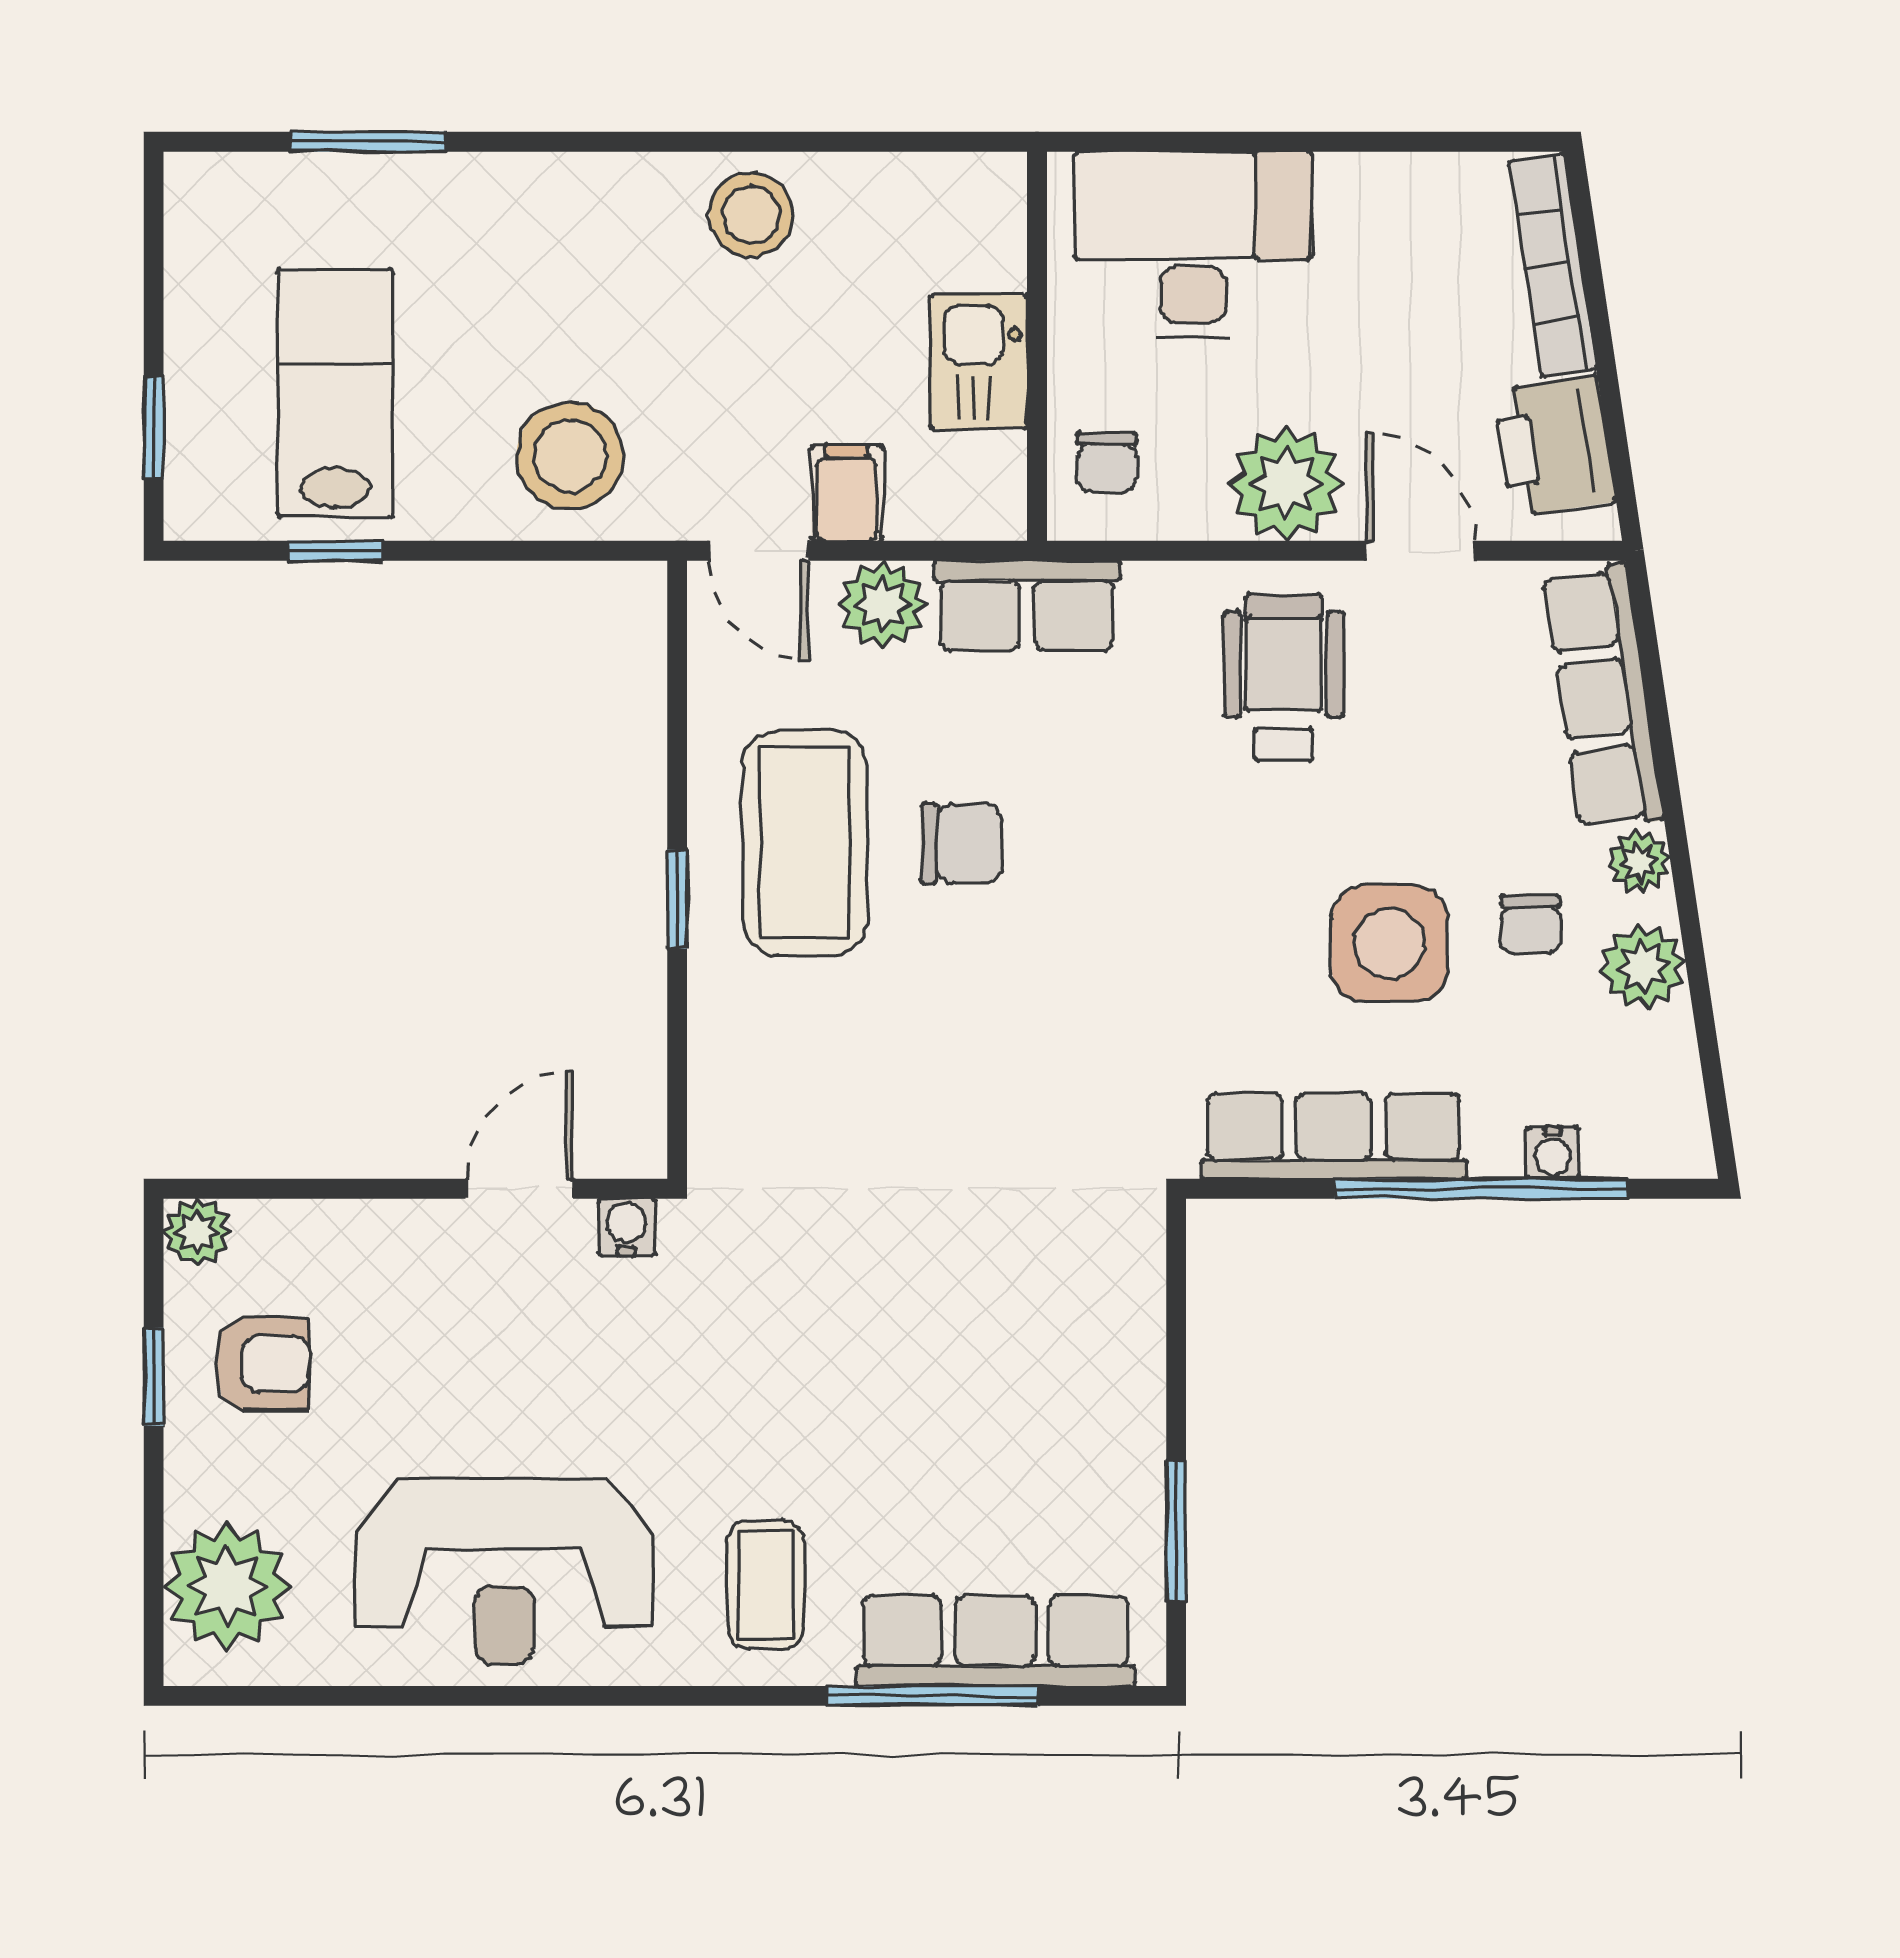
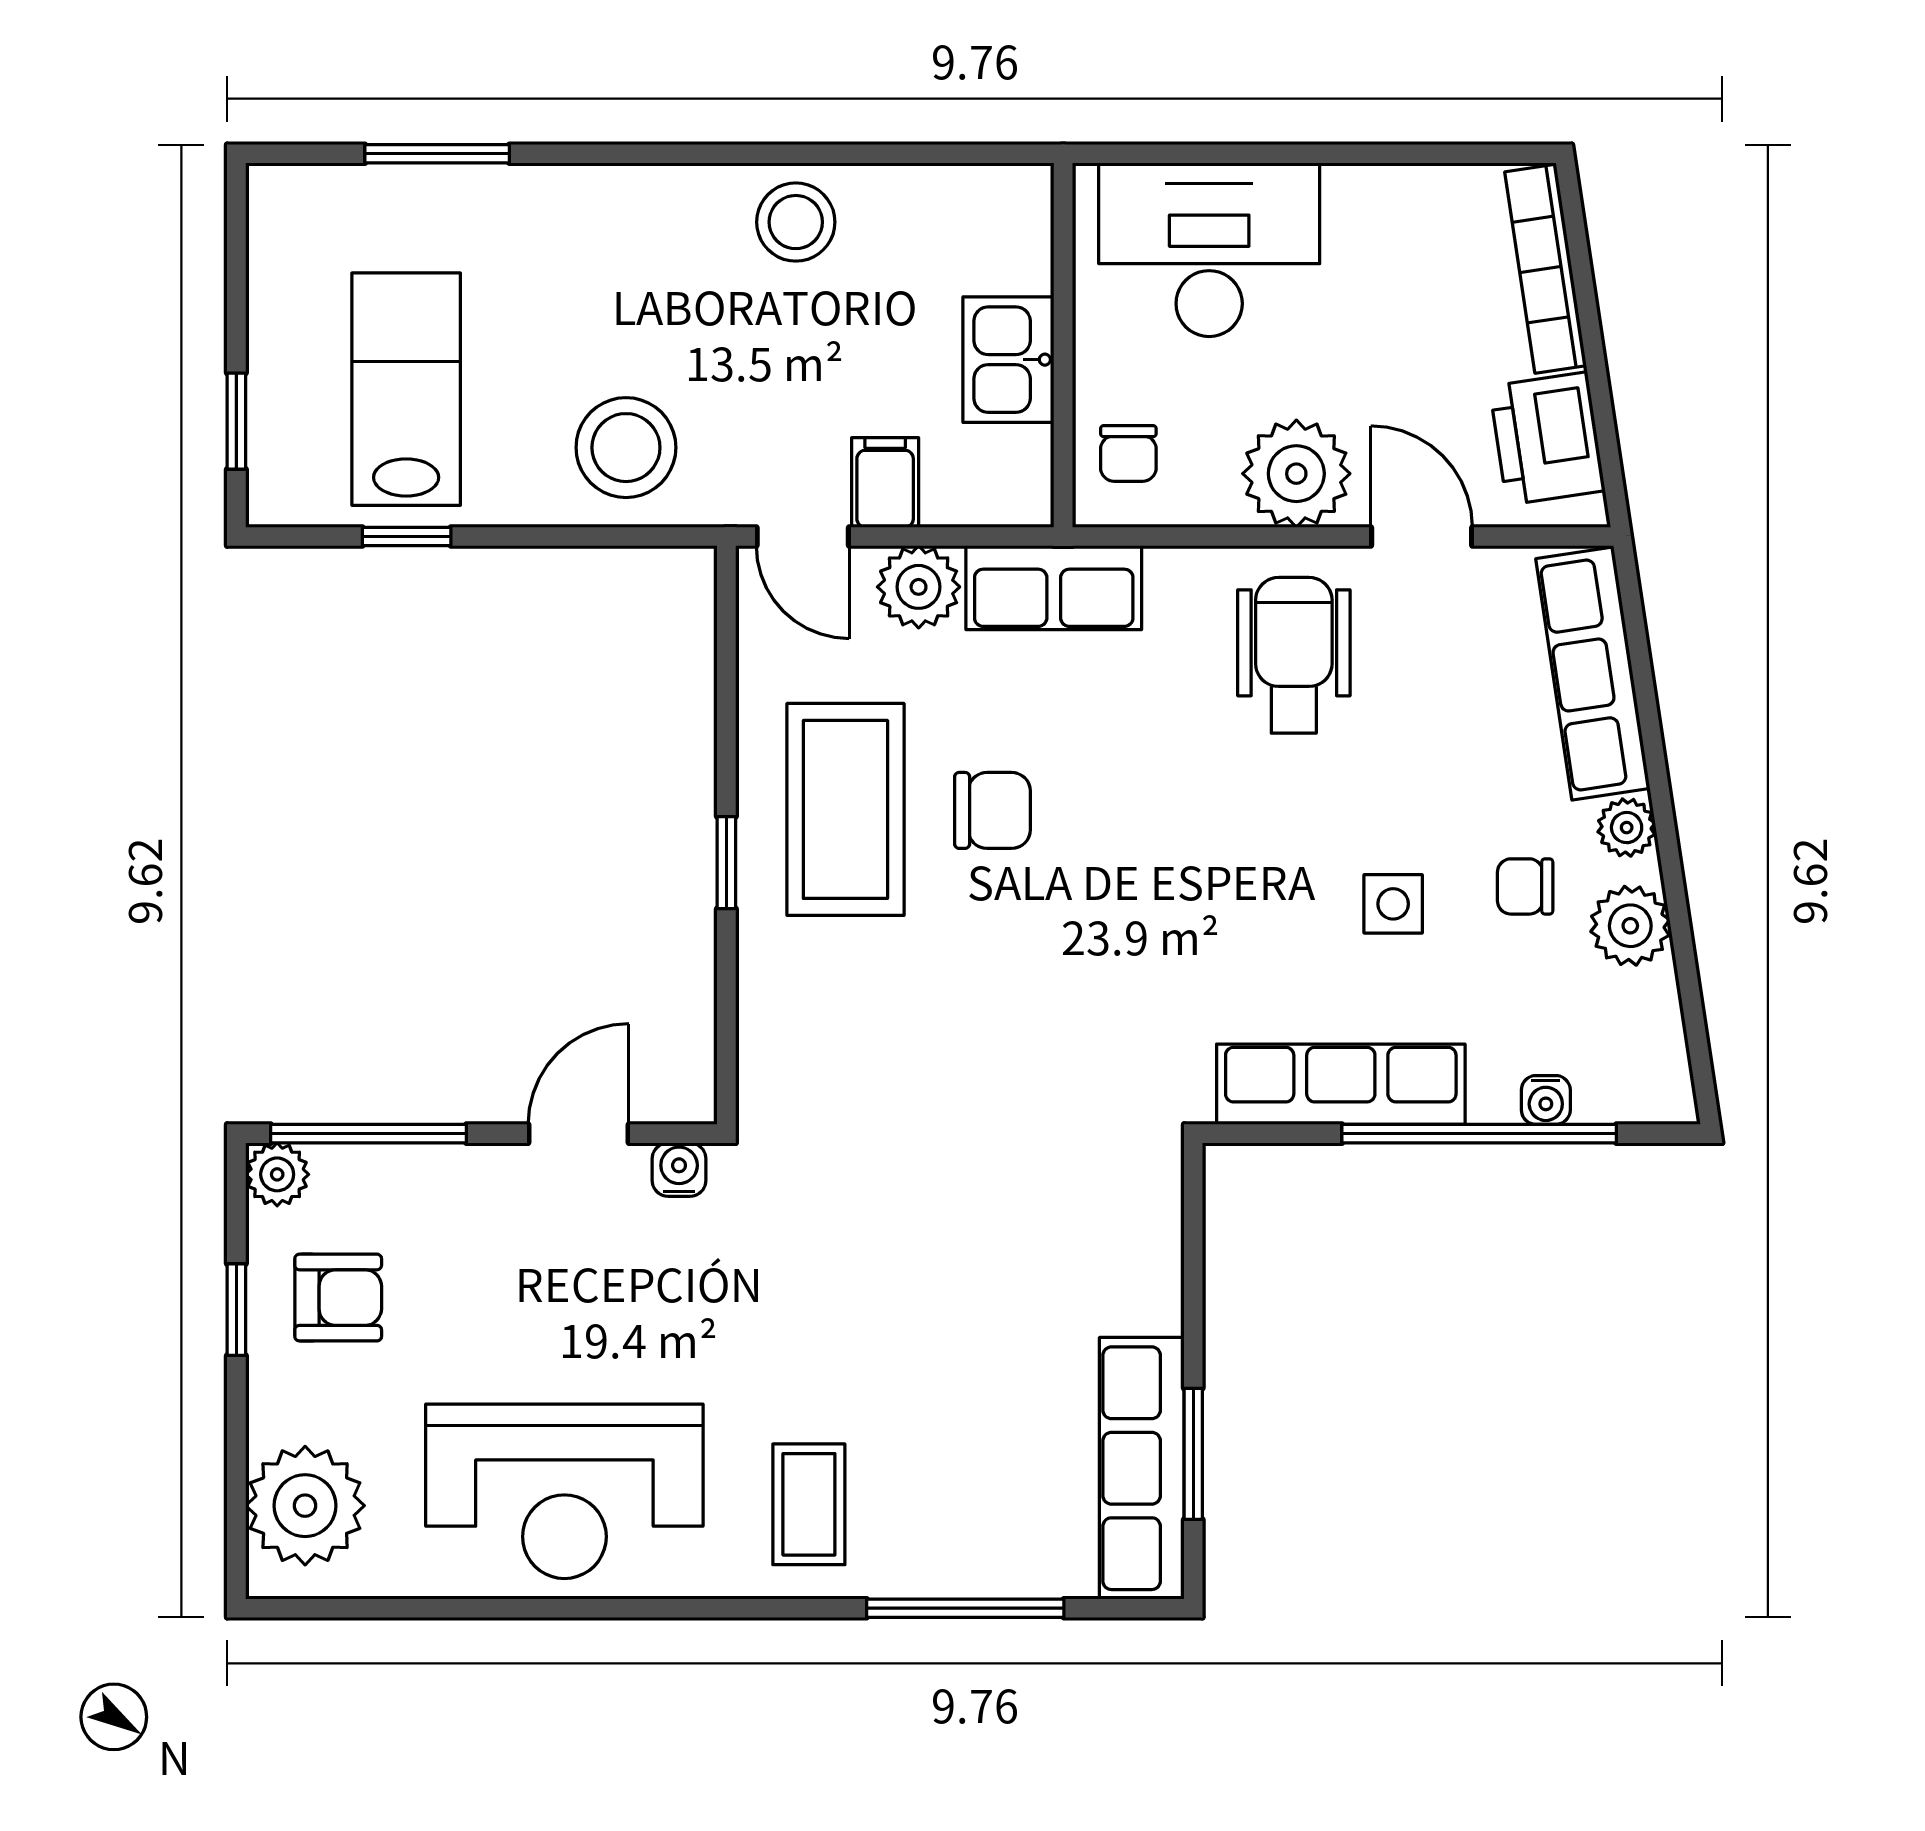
chair: (1531, 925) -> (1525, 886), turned 90
side table: (1390, 943) -> (1393, 904), width x0.54, depth x0.54
window: (295, 1189) -> (368, 1134), added
row of seats: (995, 1641) -> (1142, 1468), moved, turned -90

